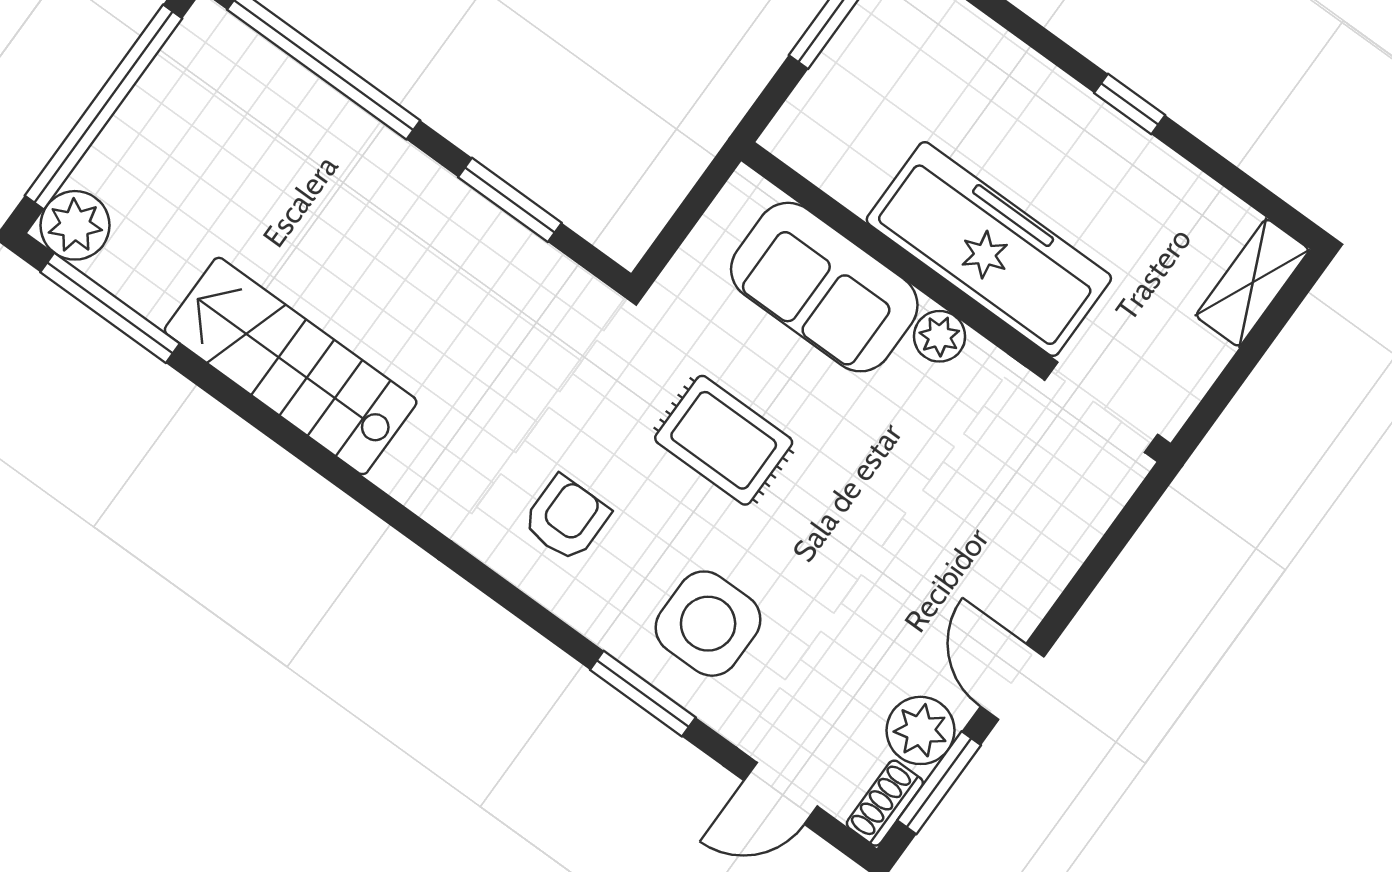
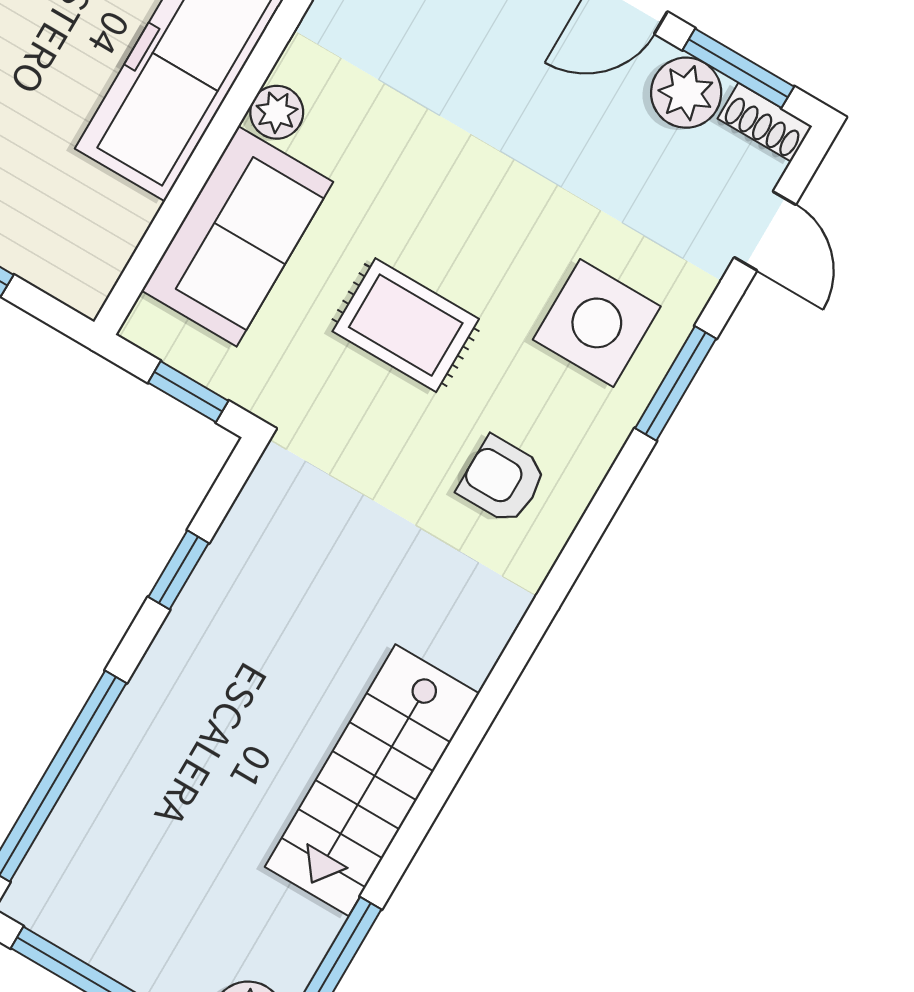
window: (510, 200) -> (178, 570), width x0.67
window: (680, 226) -> (188, 392), added
rug: (724, 440) -> (406, 325), turned 90

